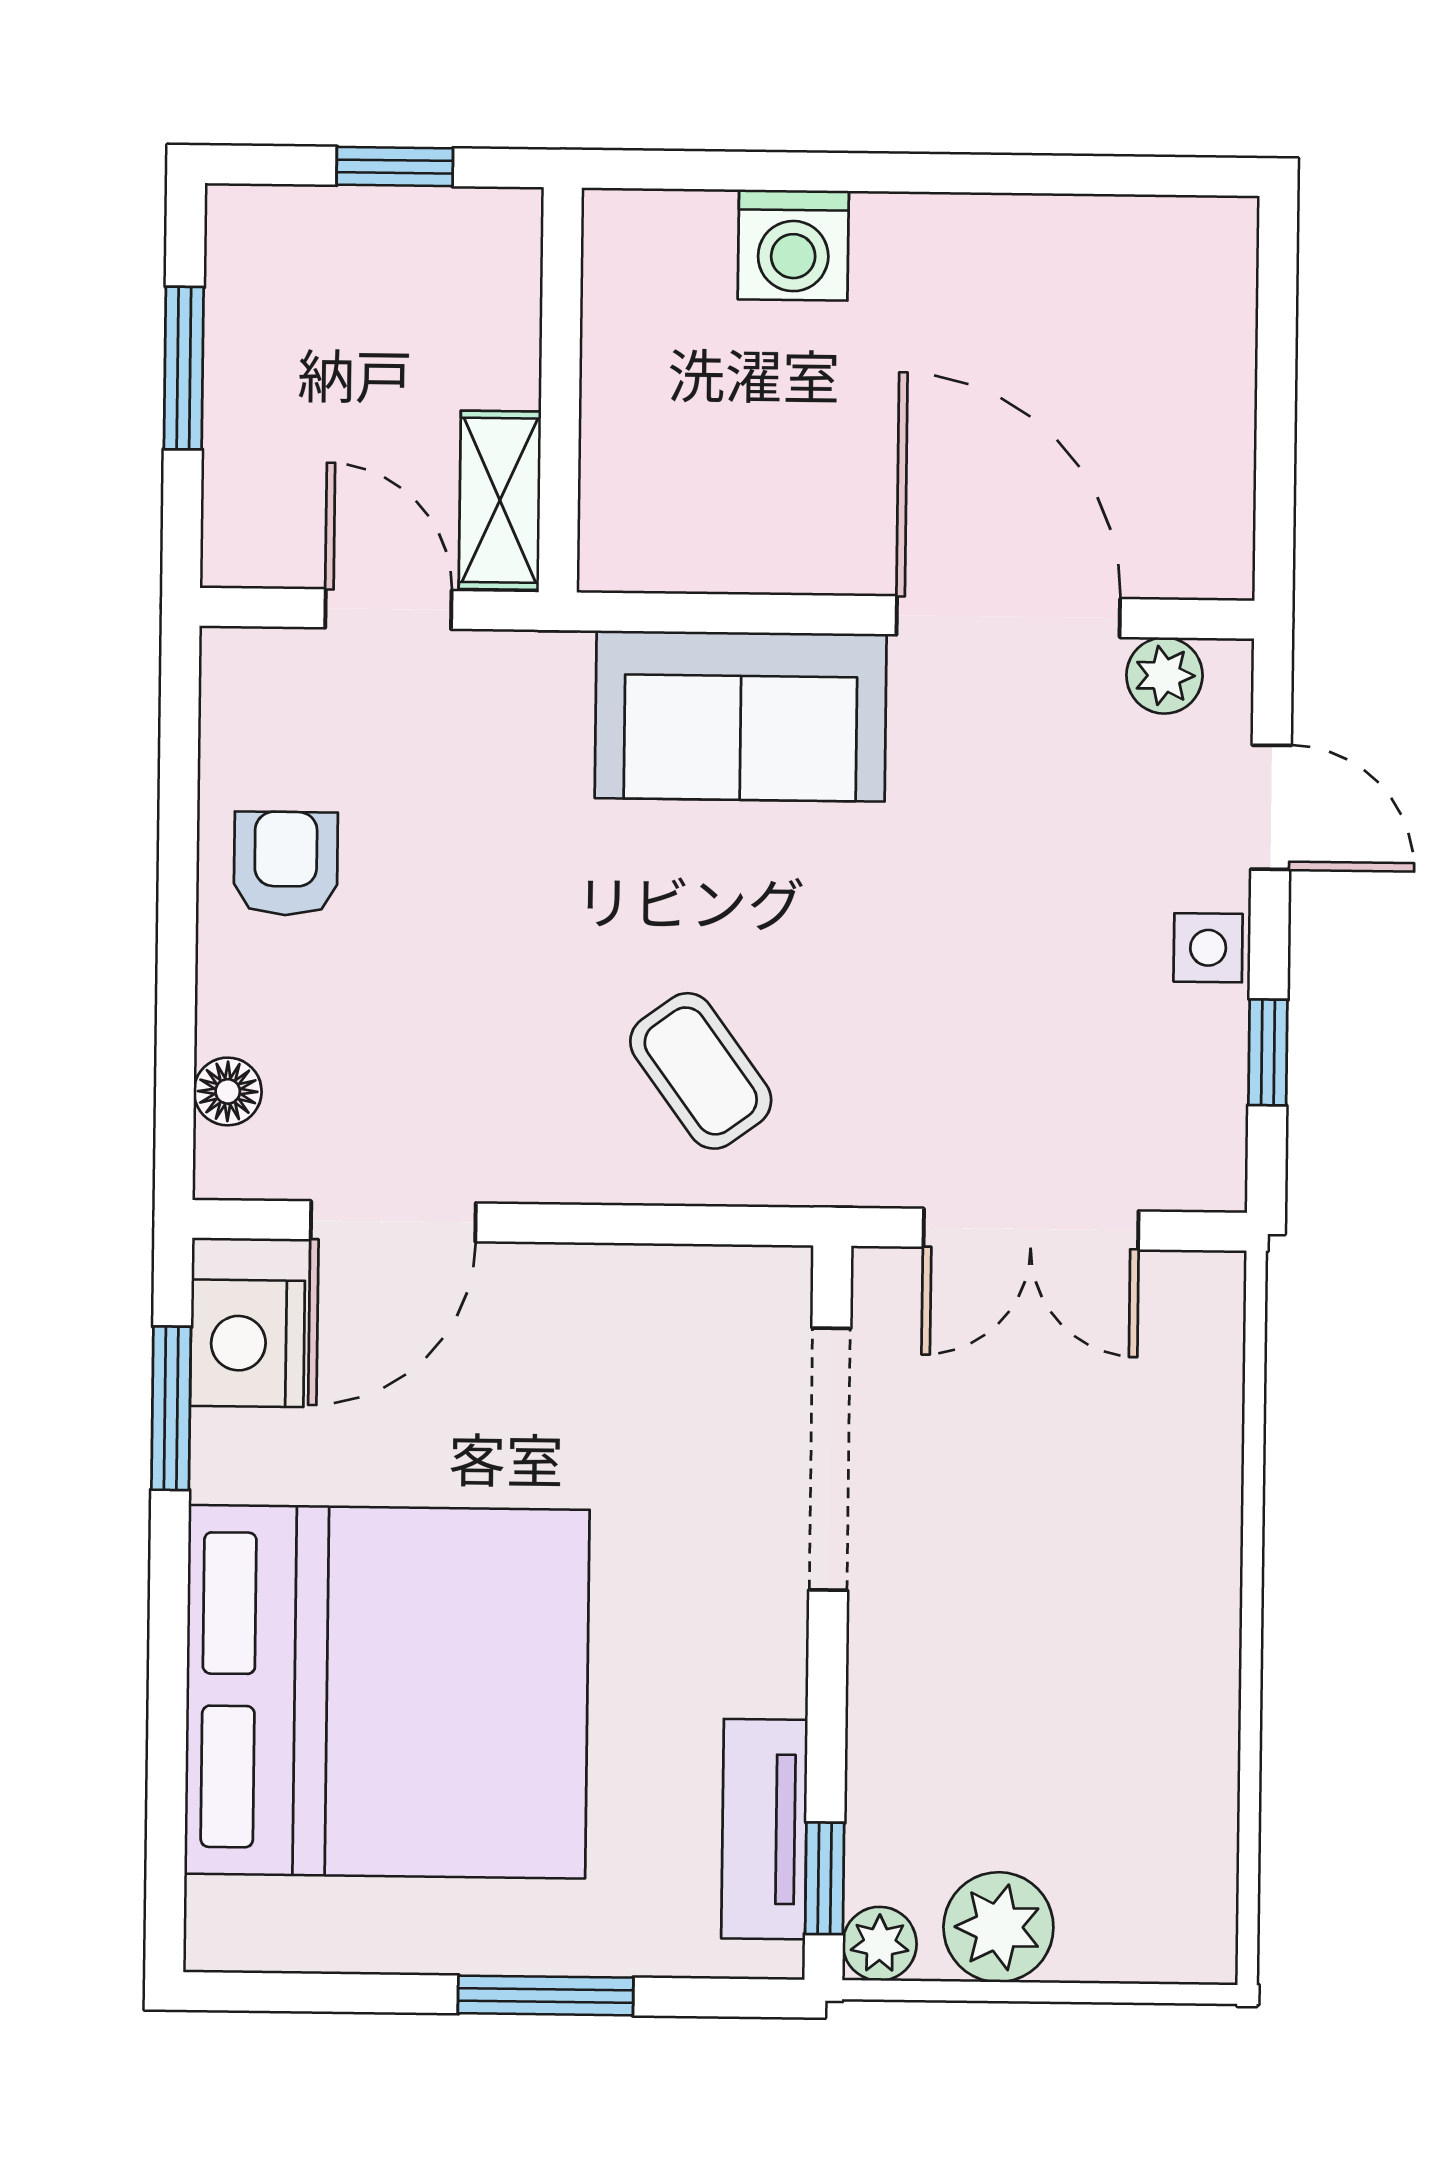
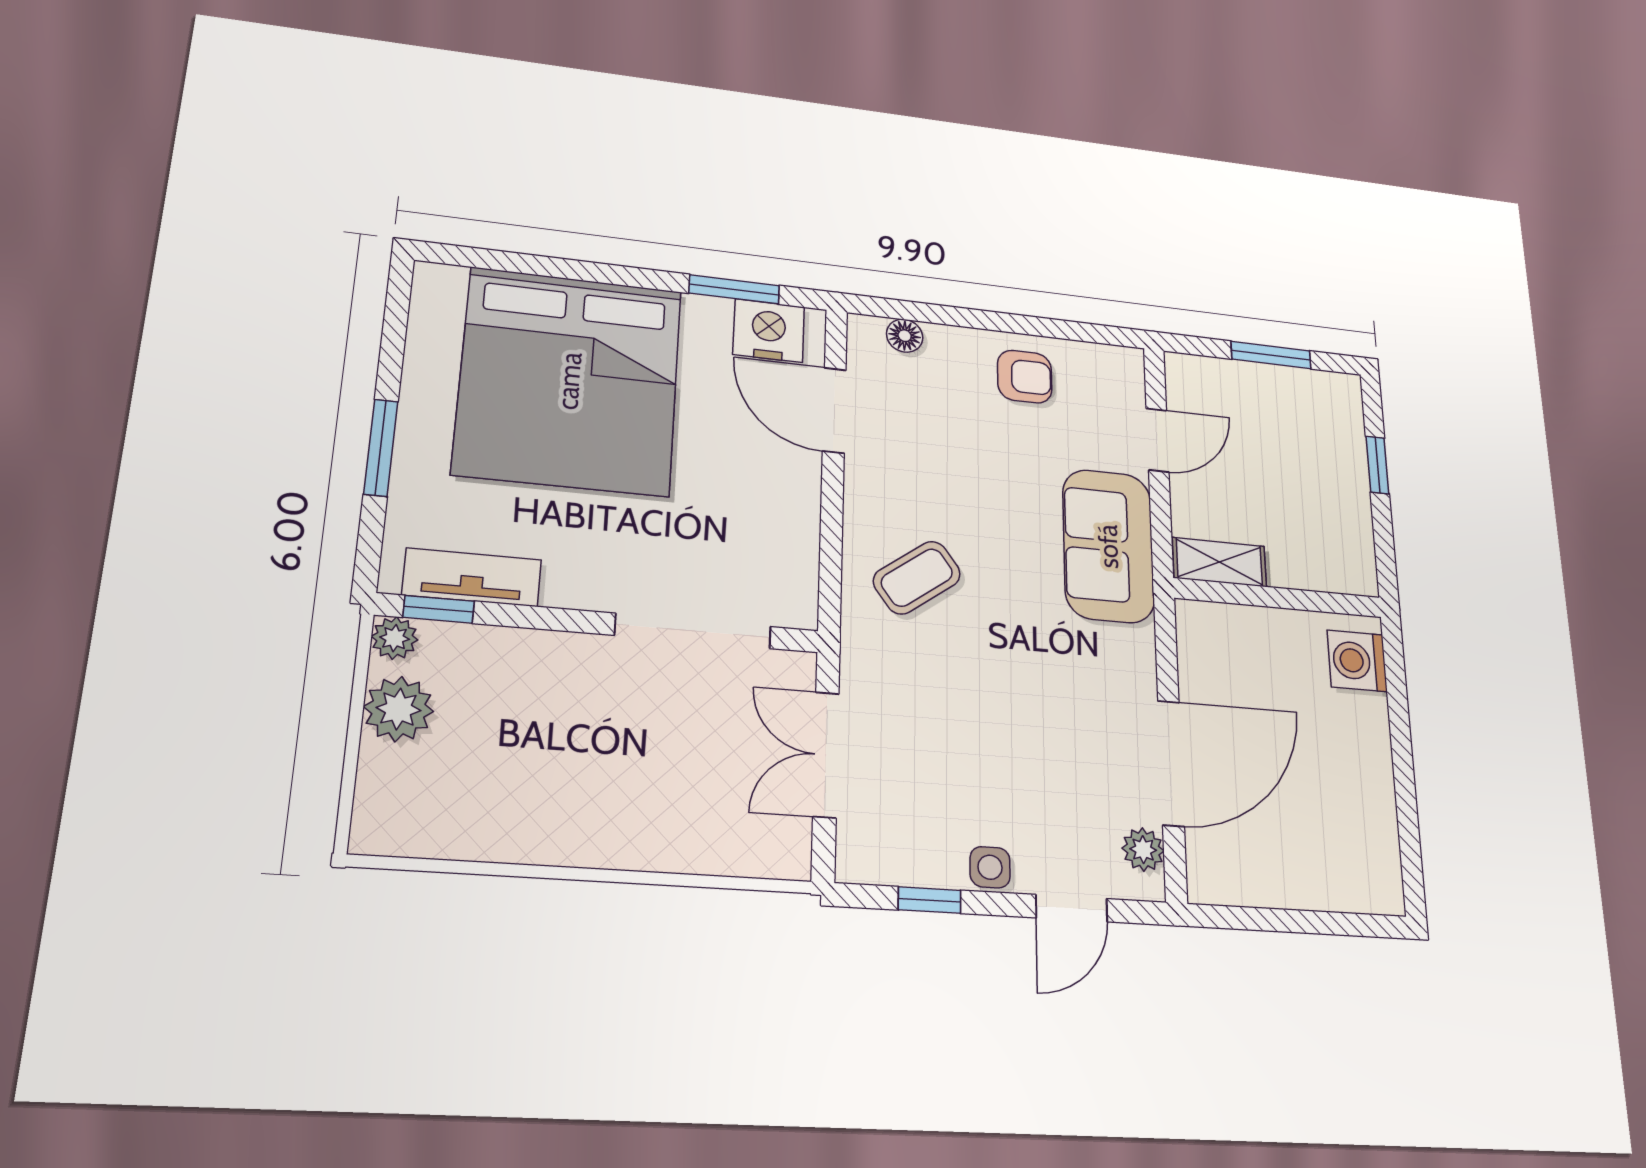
wall: (560, 390) -> (1278, 598), moved
shelving: (500, 500) -> (1219, 562), moved
sofa: (741, 716) -> (1108, 546), moved

